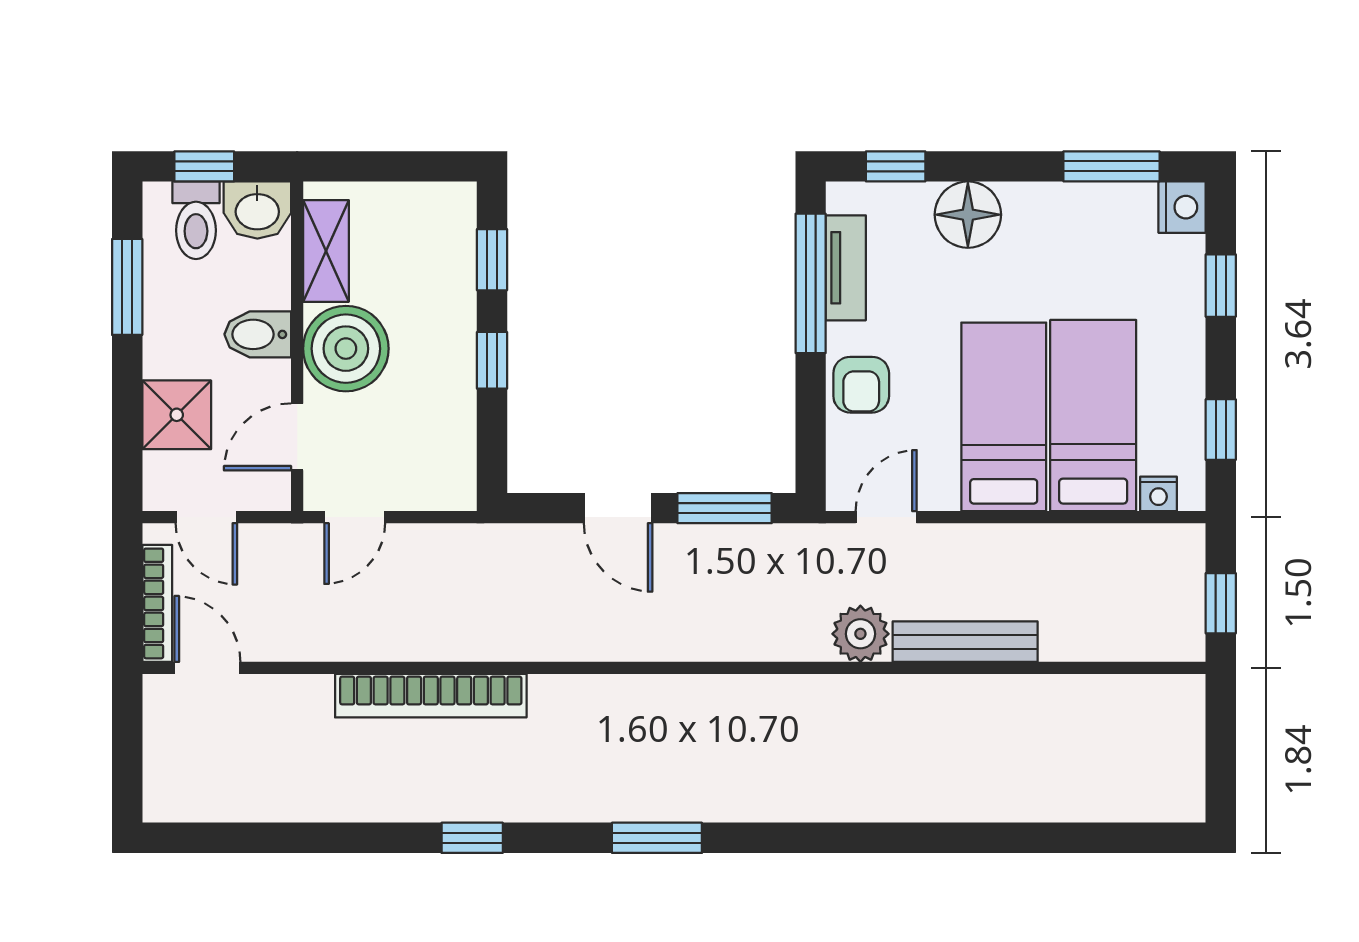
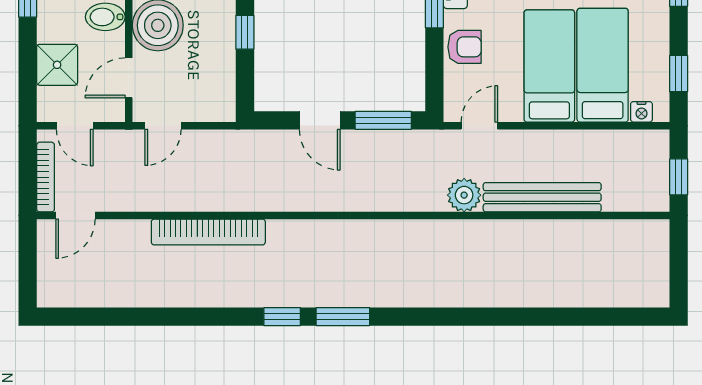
armchair: (861, 385) -> (465, 47), turned -90
bench: (965, 642) -> (542, 197), width x1.37, depth x1.21
door: (207, 668) -> (75, 215), swing flipped
window: (472, 838) -> (282, 317), moved

